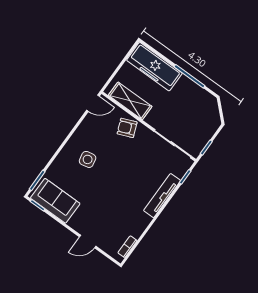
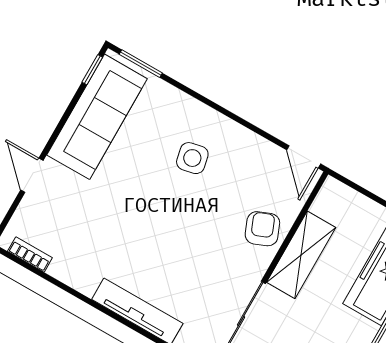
shelving: (130, 101) -> (301, 255), moved
sofa: (55, 201) -> (97, 117), width x1.36

